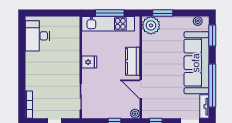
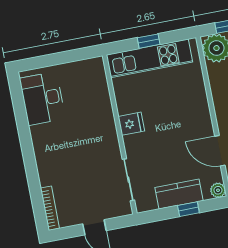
window: (110, 13) -> (149, 41), width x0.46
kitchen counter: (133, 61) -> (179, 194), moved, turned 90

